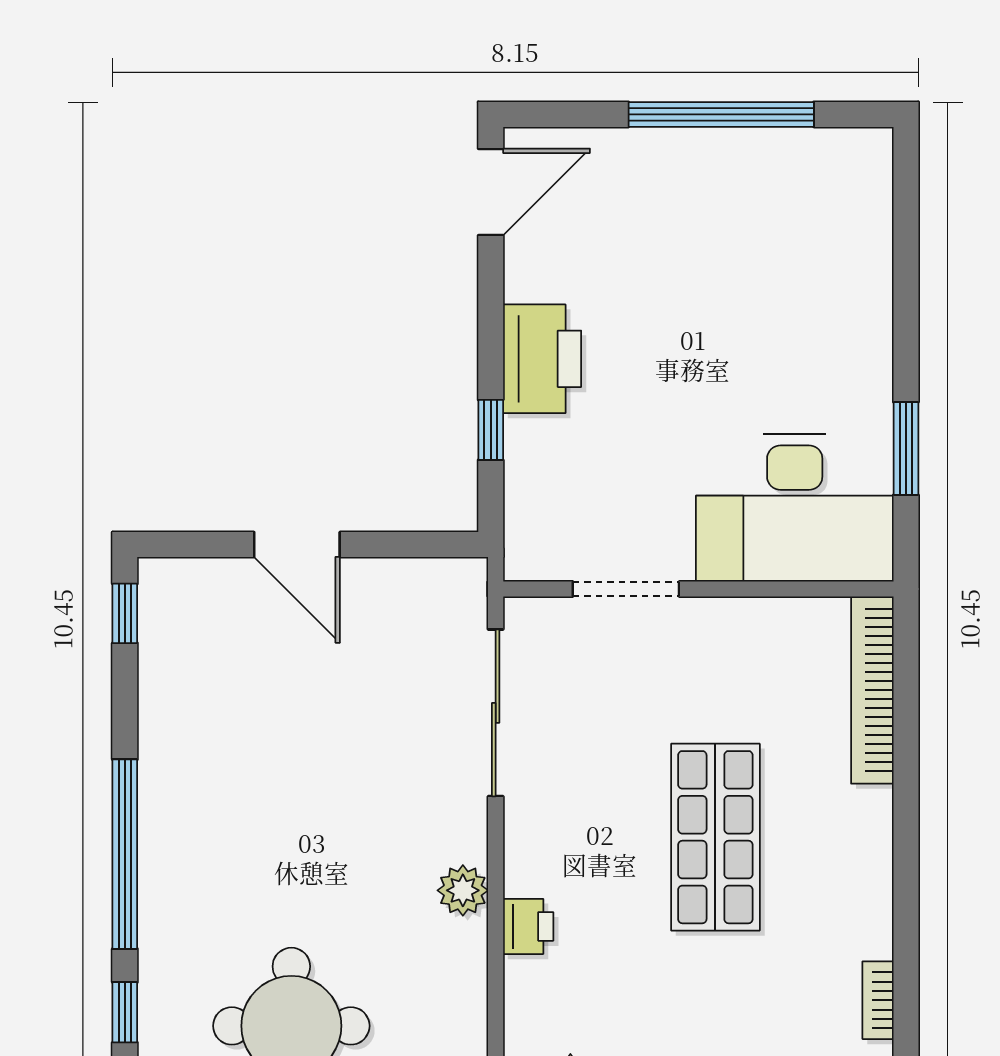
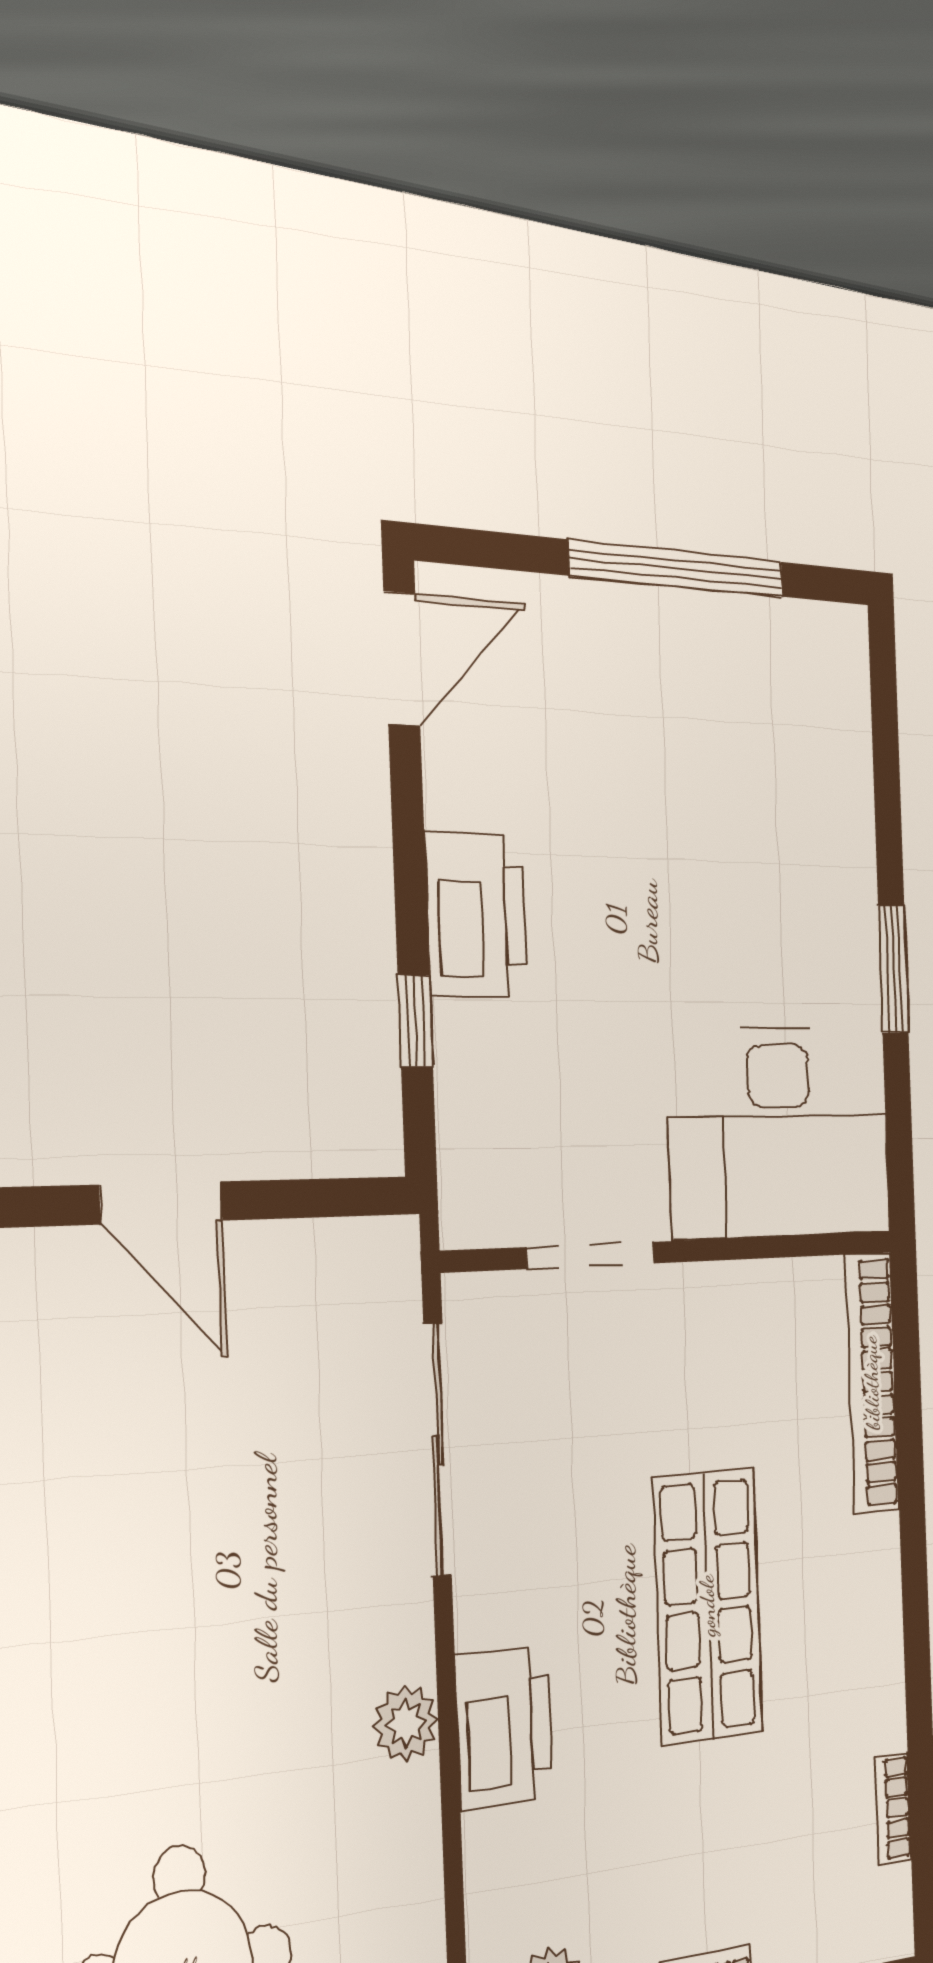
window: (906, 448) -> (893, 969), moved
printer: (528, 926) -> (504, 1728), width x1.87, depth x1.48

